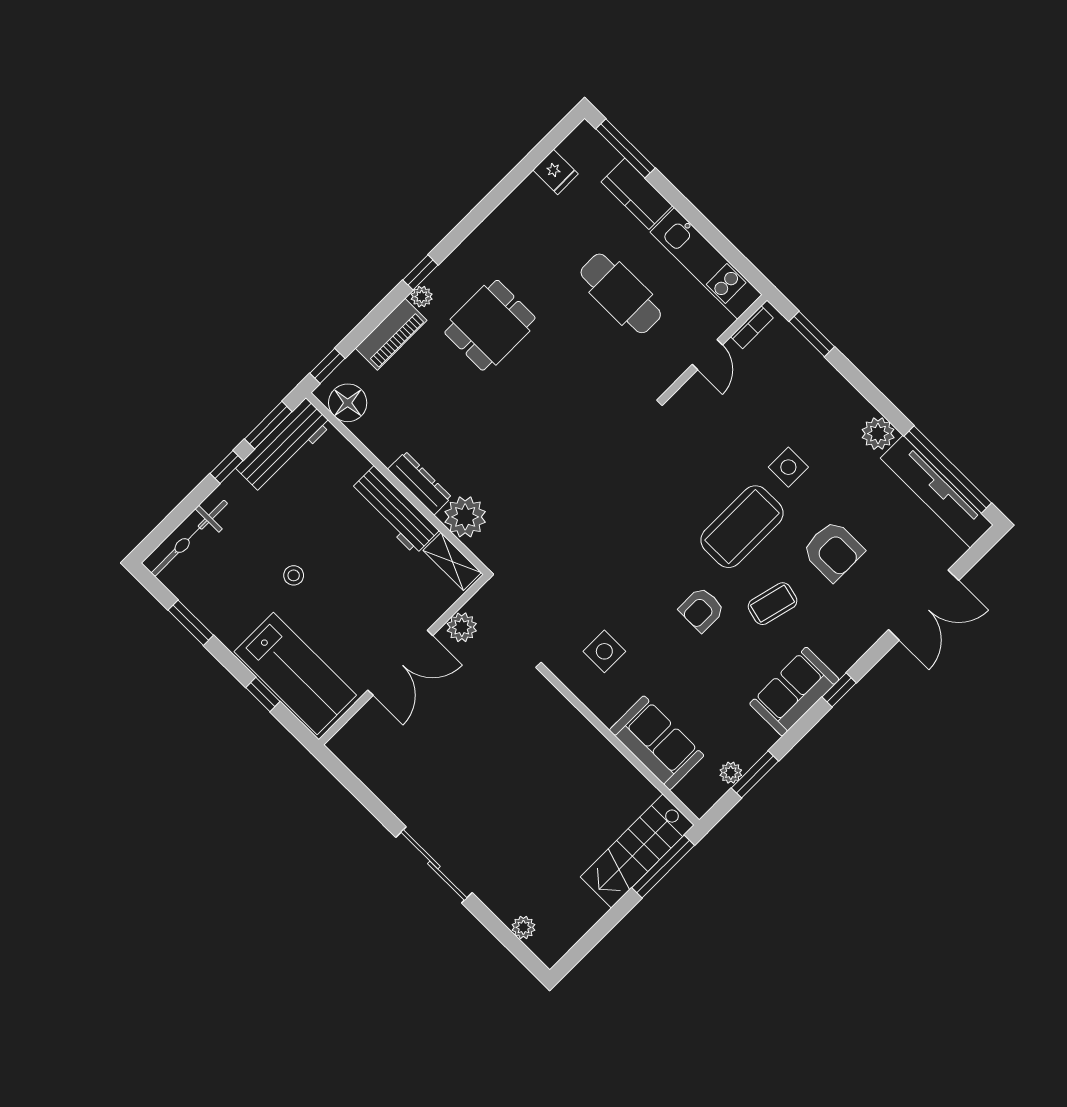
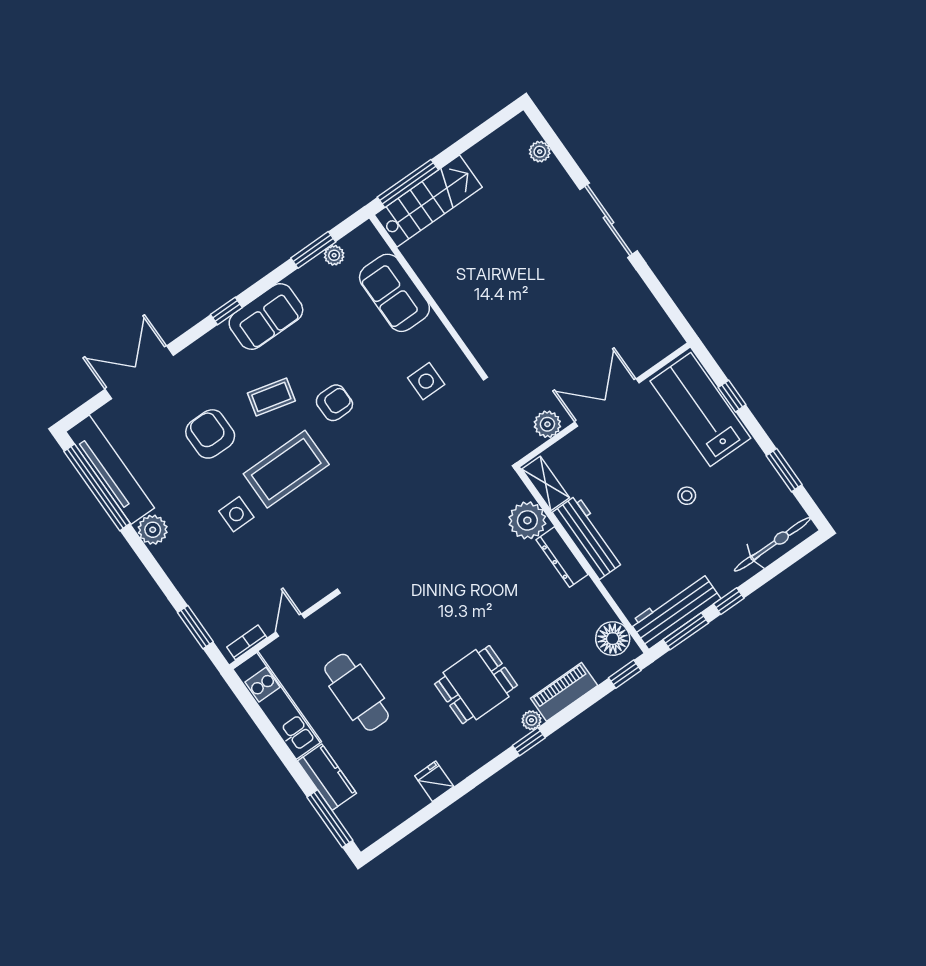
fridge: (555, 172) -> (434, 781), moved

